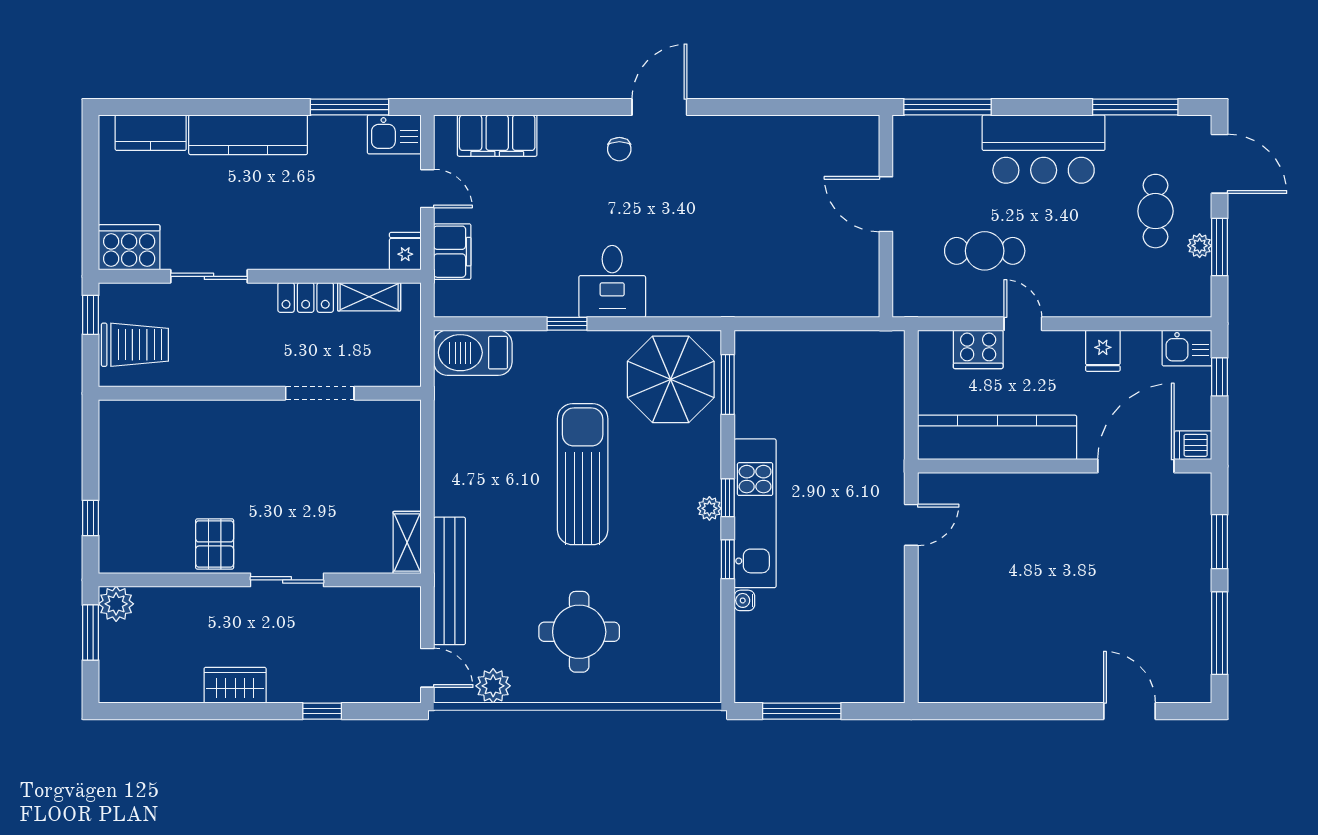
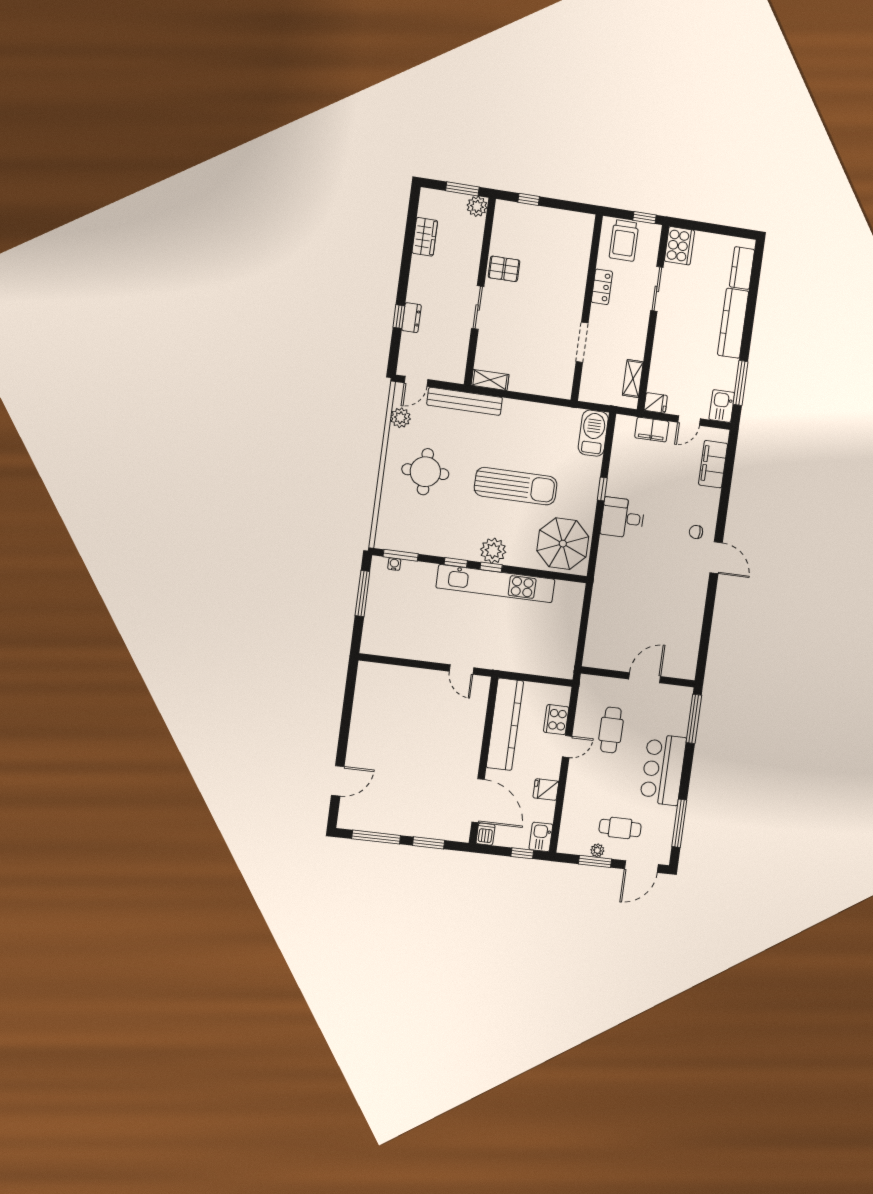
locker: (306, 297) -> (602, 287), moved, turned 180
window: (728, 385) -> (401, 555), moved
plant: (709, 508) -> (493, 551), width x1.88, depth x1.88
kitchen unit: (755, 513) -> (496, 584), width x1.36
water cooler: (744, 600) -> (394, 564), moved
wardrobe: (235, 685) -> (425, 237), moved
dresser: (321, 690) -> (412, 318), added

